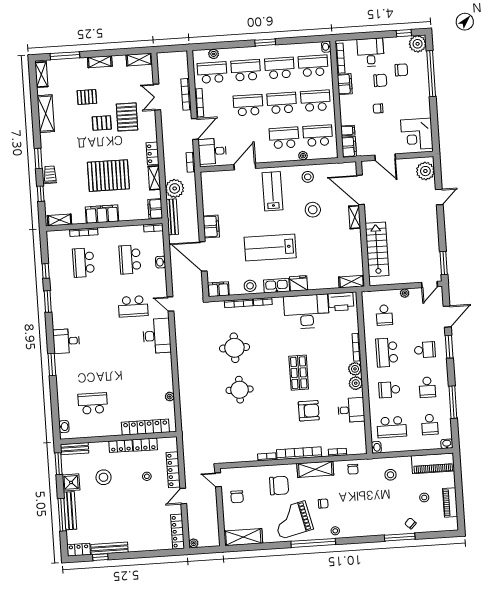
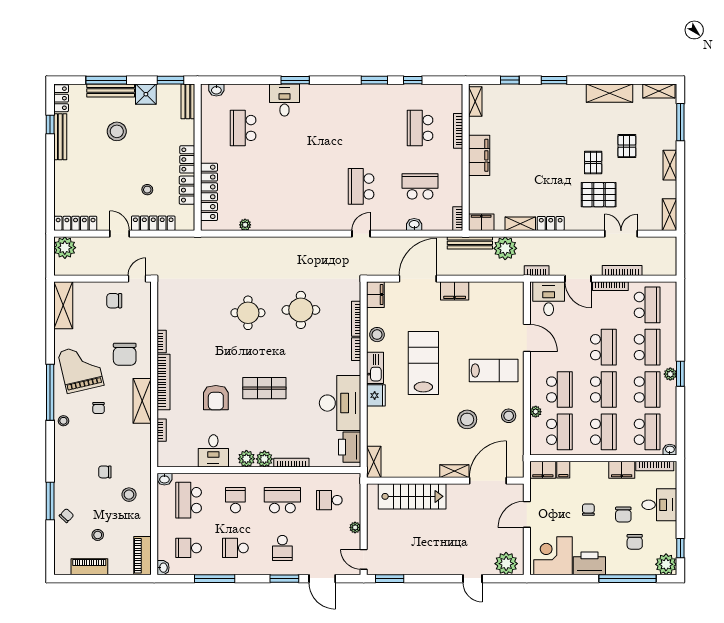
plant: (214, 54) -> (670, 374), moved
printer: (421, 105) -> (589, 563), added
trolley: (50, 175) -> (533, 93), removed
pallet: (108, 176) -> (527, 166), removed
school desk: (83, 263) -> (420, 128), turned -90
desk: (157, 336) -> (322, 214), removed
desk: (66, 341) -> (284, 100), moved
school desk: (93, 403) -> (243, 128), turned 180
piano: (433, 463) -> (142, 556), width x0.73, depth x0.75
chair: (353, 469) -> (105, 472), moved
stool: (104, 477) -> (117, 131), moved
plant: (194, 543) -> (65, 248), width x1.88, depth x1.88

